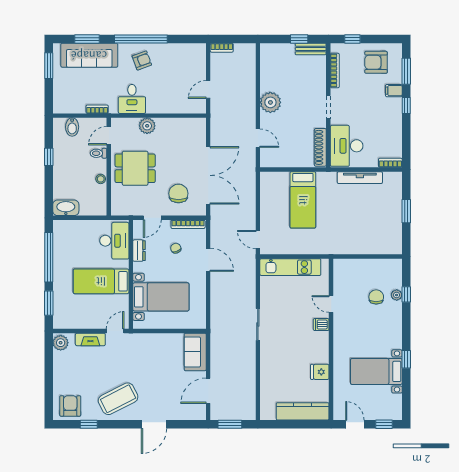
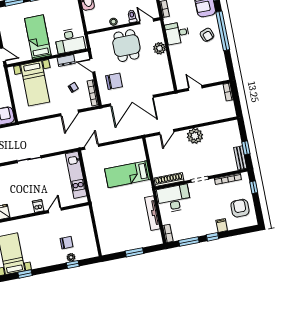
window: (406, 71) -> (189, 242), moved

